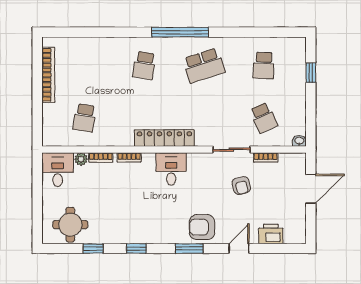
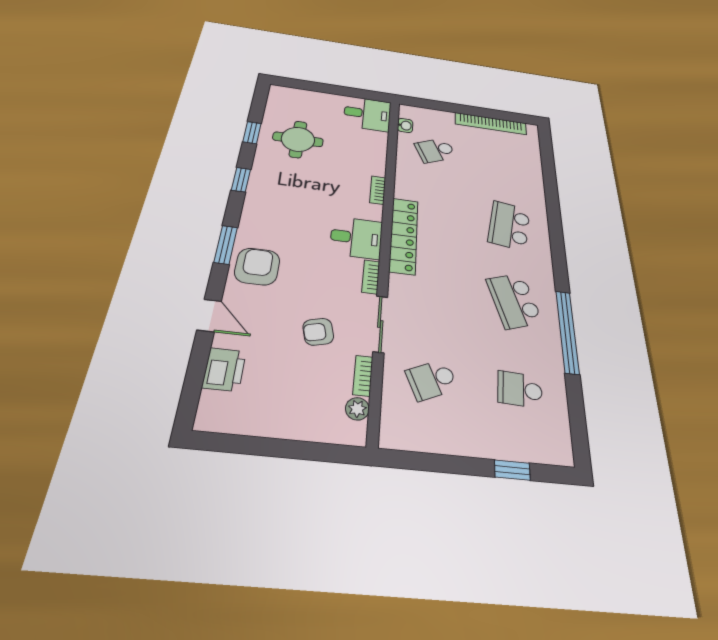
window: (180, 32) -> (567, 332), moved
school desk: (144, 65) -> (509, 225), width x1.85
school desk: (84, 118) -> (435, 150), turned -33
washbasin: (299, 141) -> (405, 125), moved
bookcase: (101, 157) -> (371, 277), moved
plant: (81, 159) -> (357, 409), moved
door: (311, 189) -> (297, 450), removed
round table: (70, 225) -> (298, 139), moved

